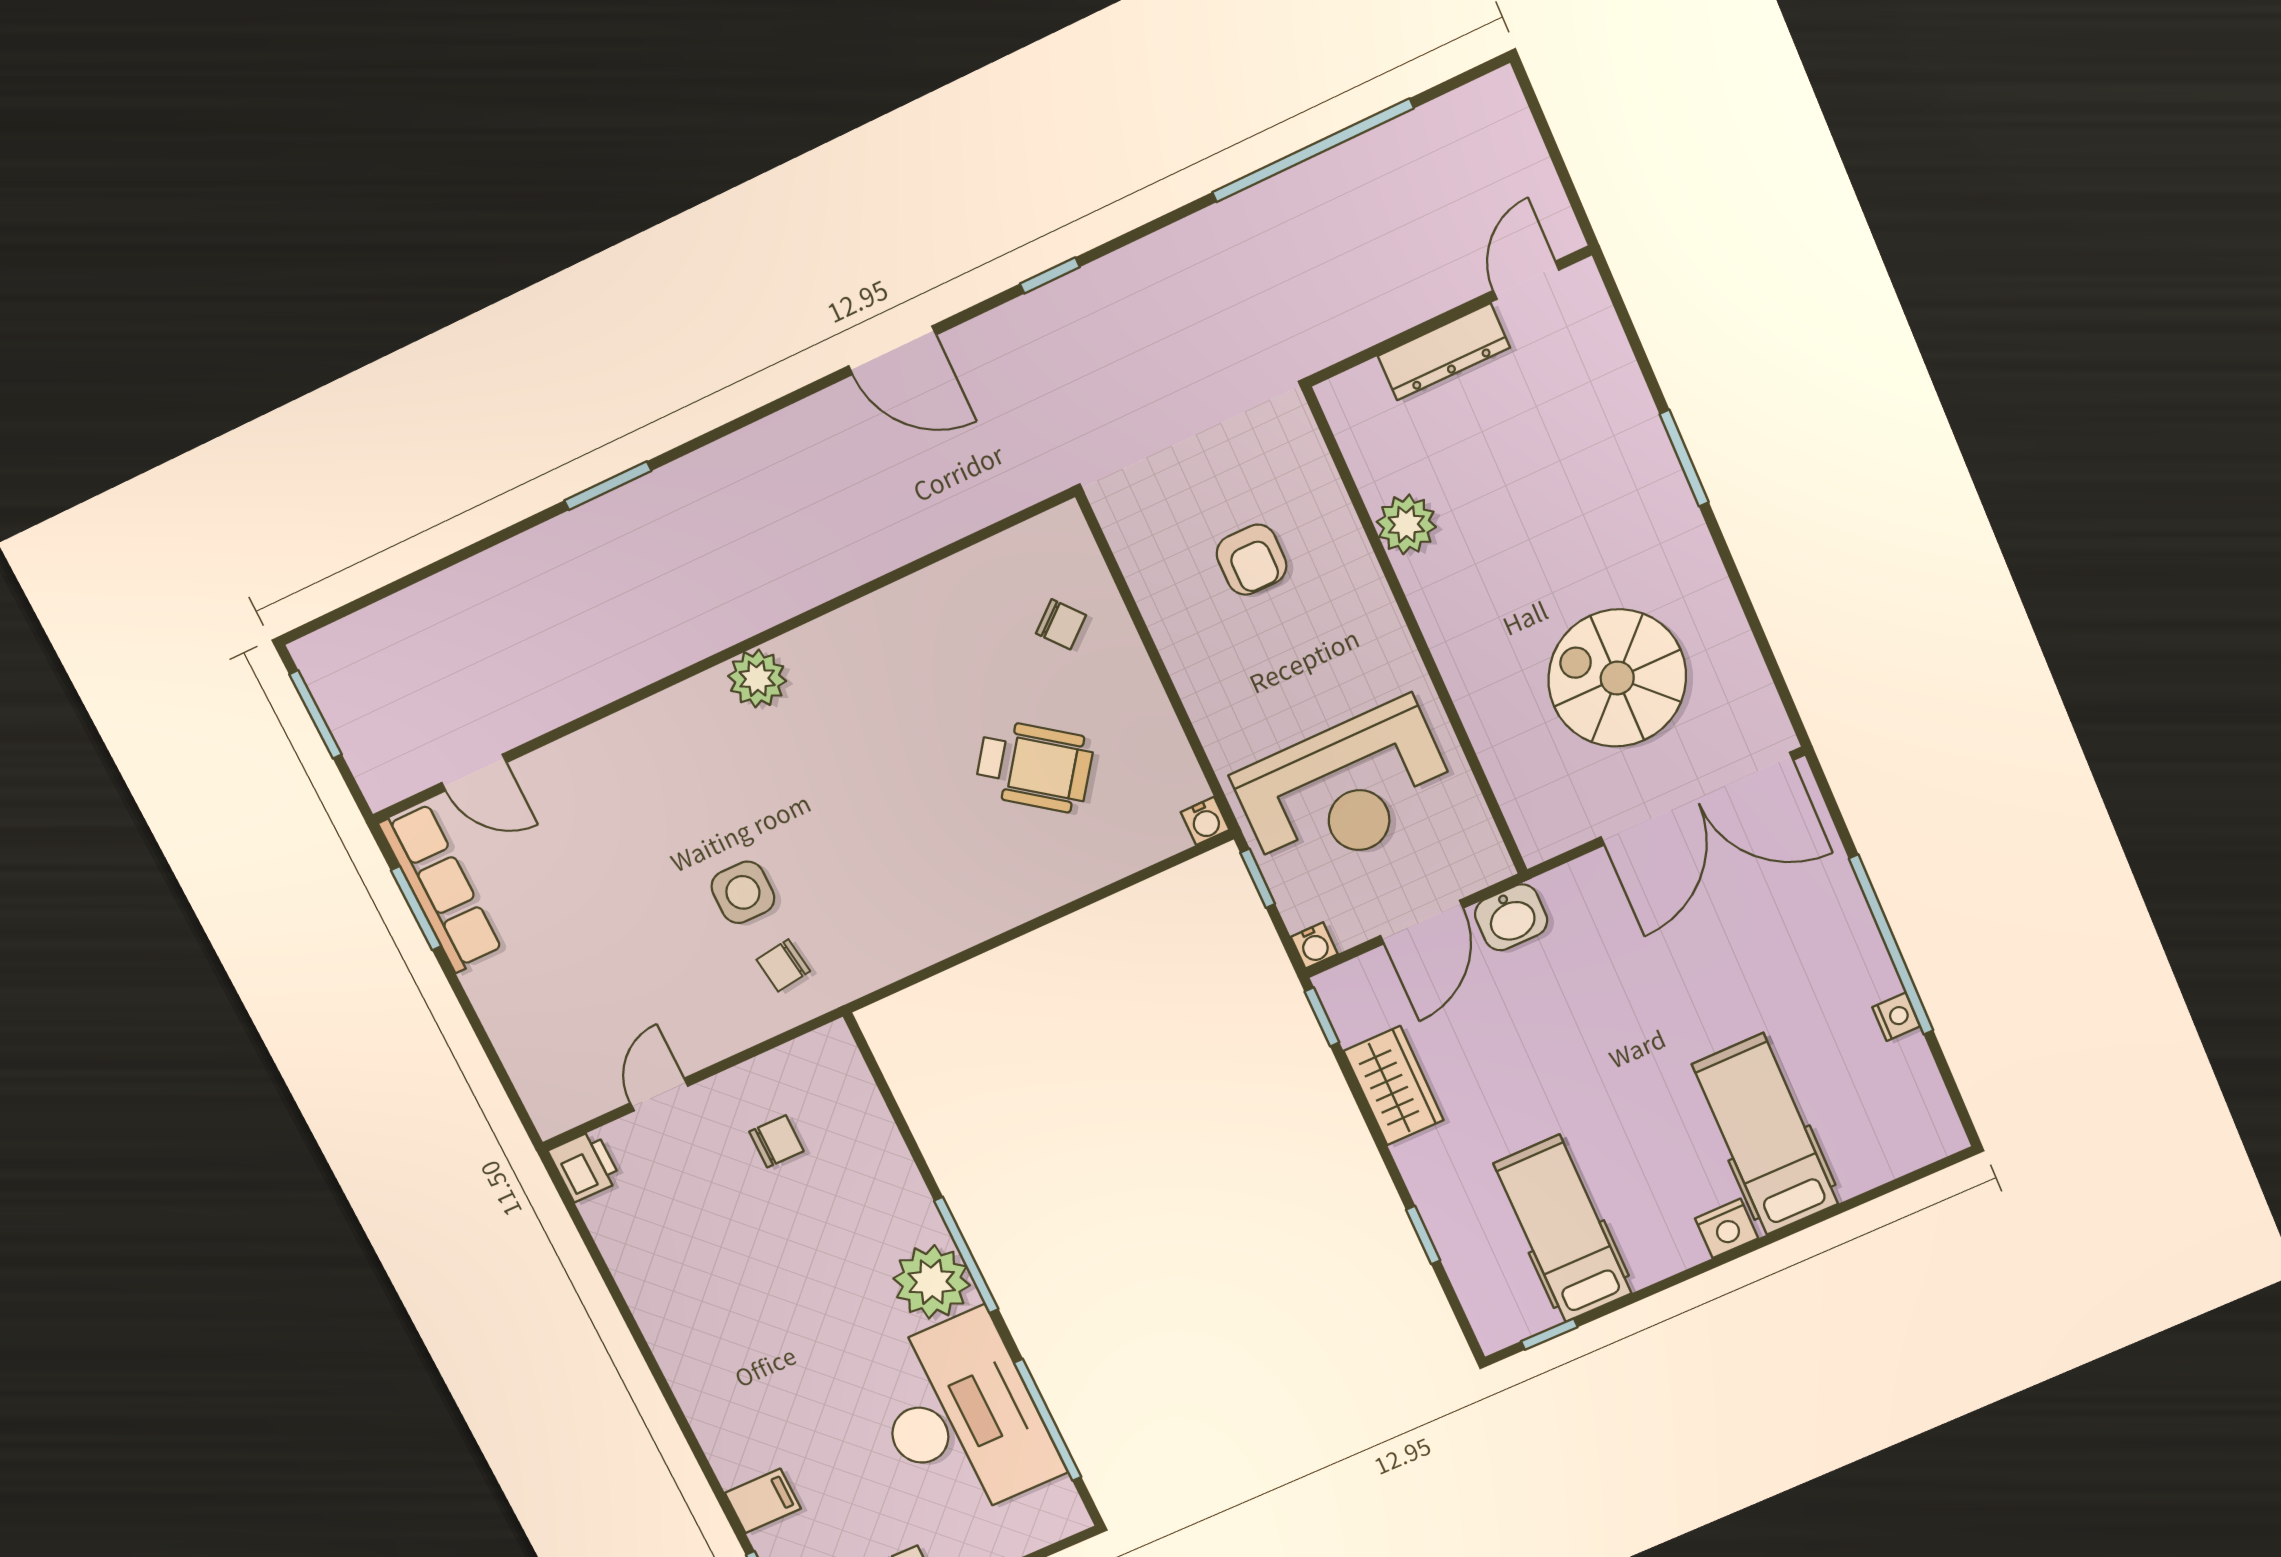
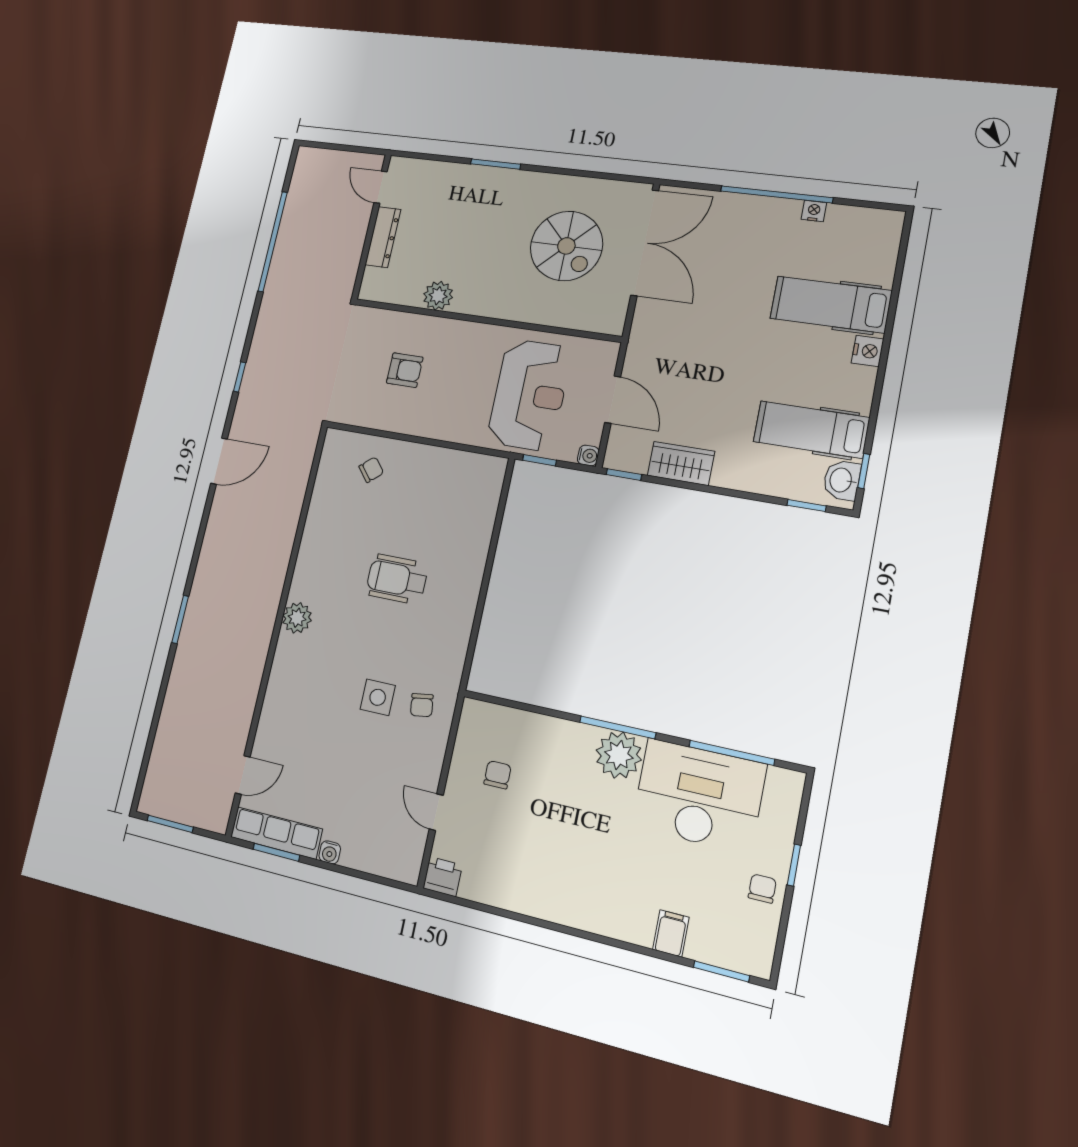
spiral stairs: (1617, 678) -> (566, 246), turned -90
wheelchair: (1034, 766) -> (397, 579), moved, turned -126
water cooler: (1205, 821) -> (330, 852), moved, turned 90
washbasin: (1511, 917) -> (842, 480), moved, turned 180
window: (1423, 1235) -> (807, 506), moved

